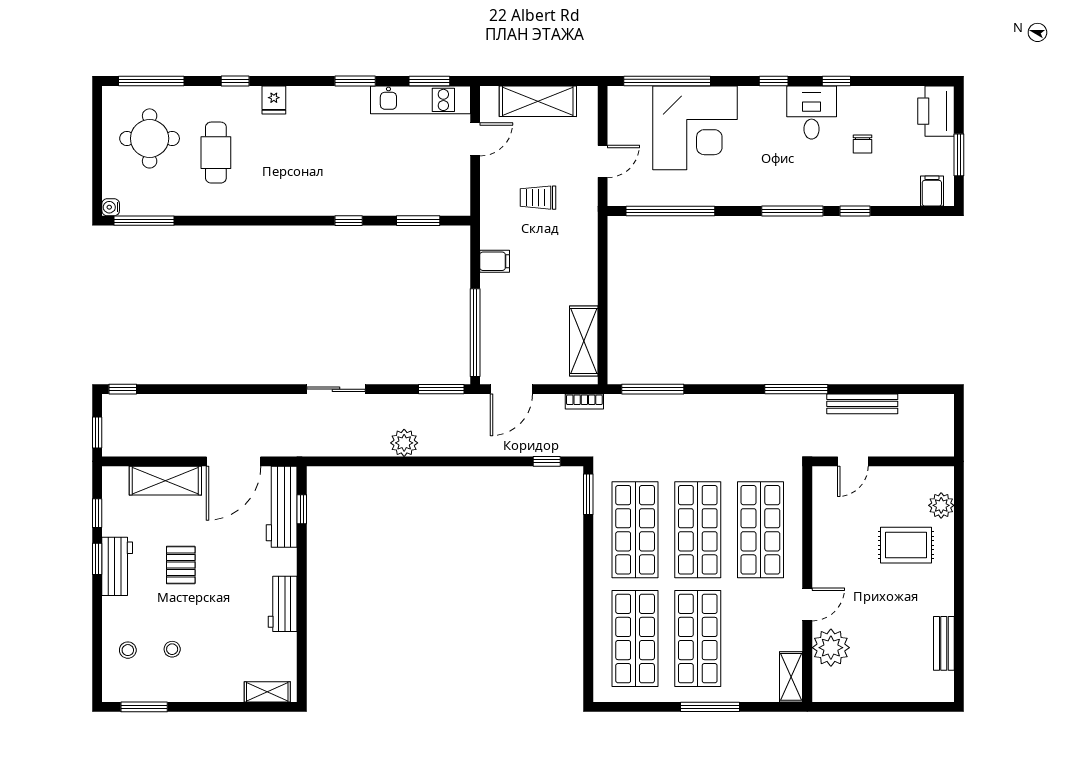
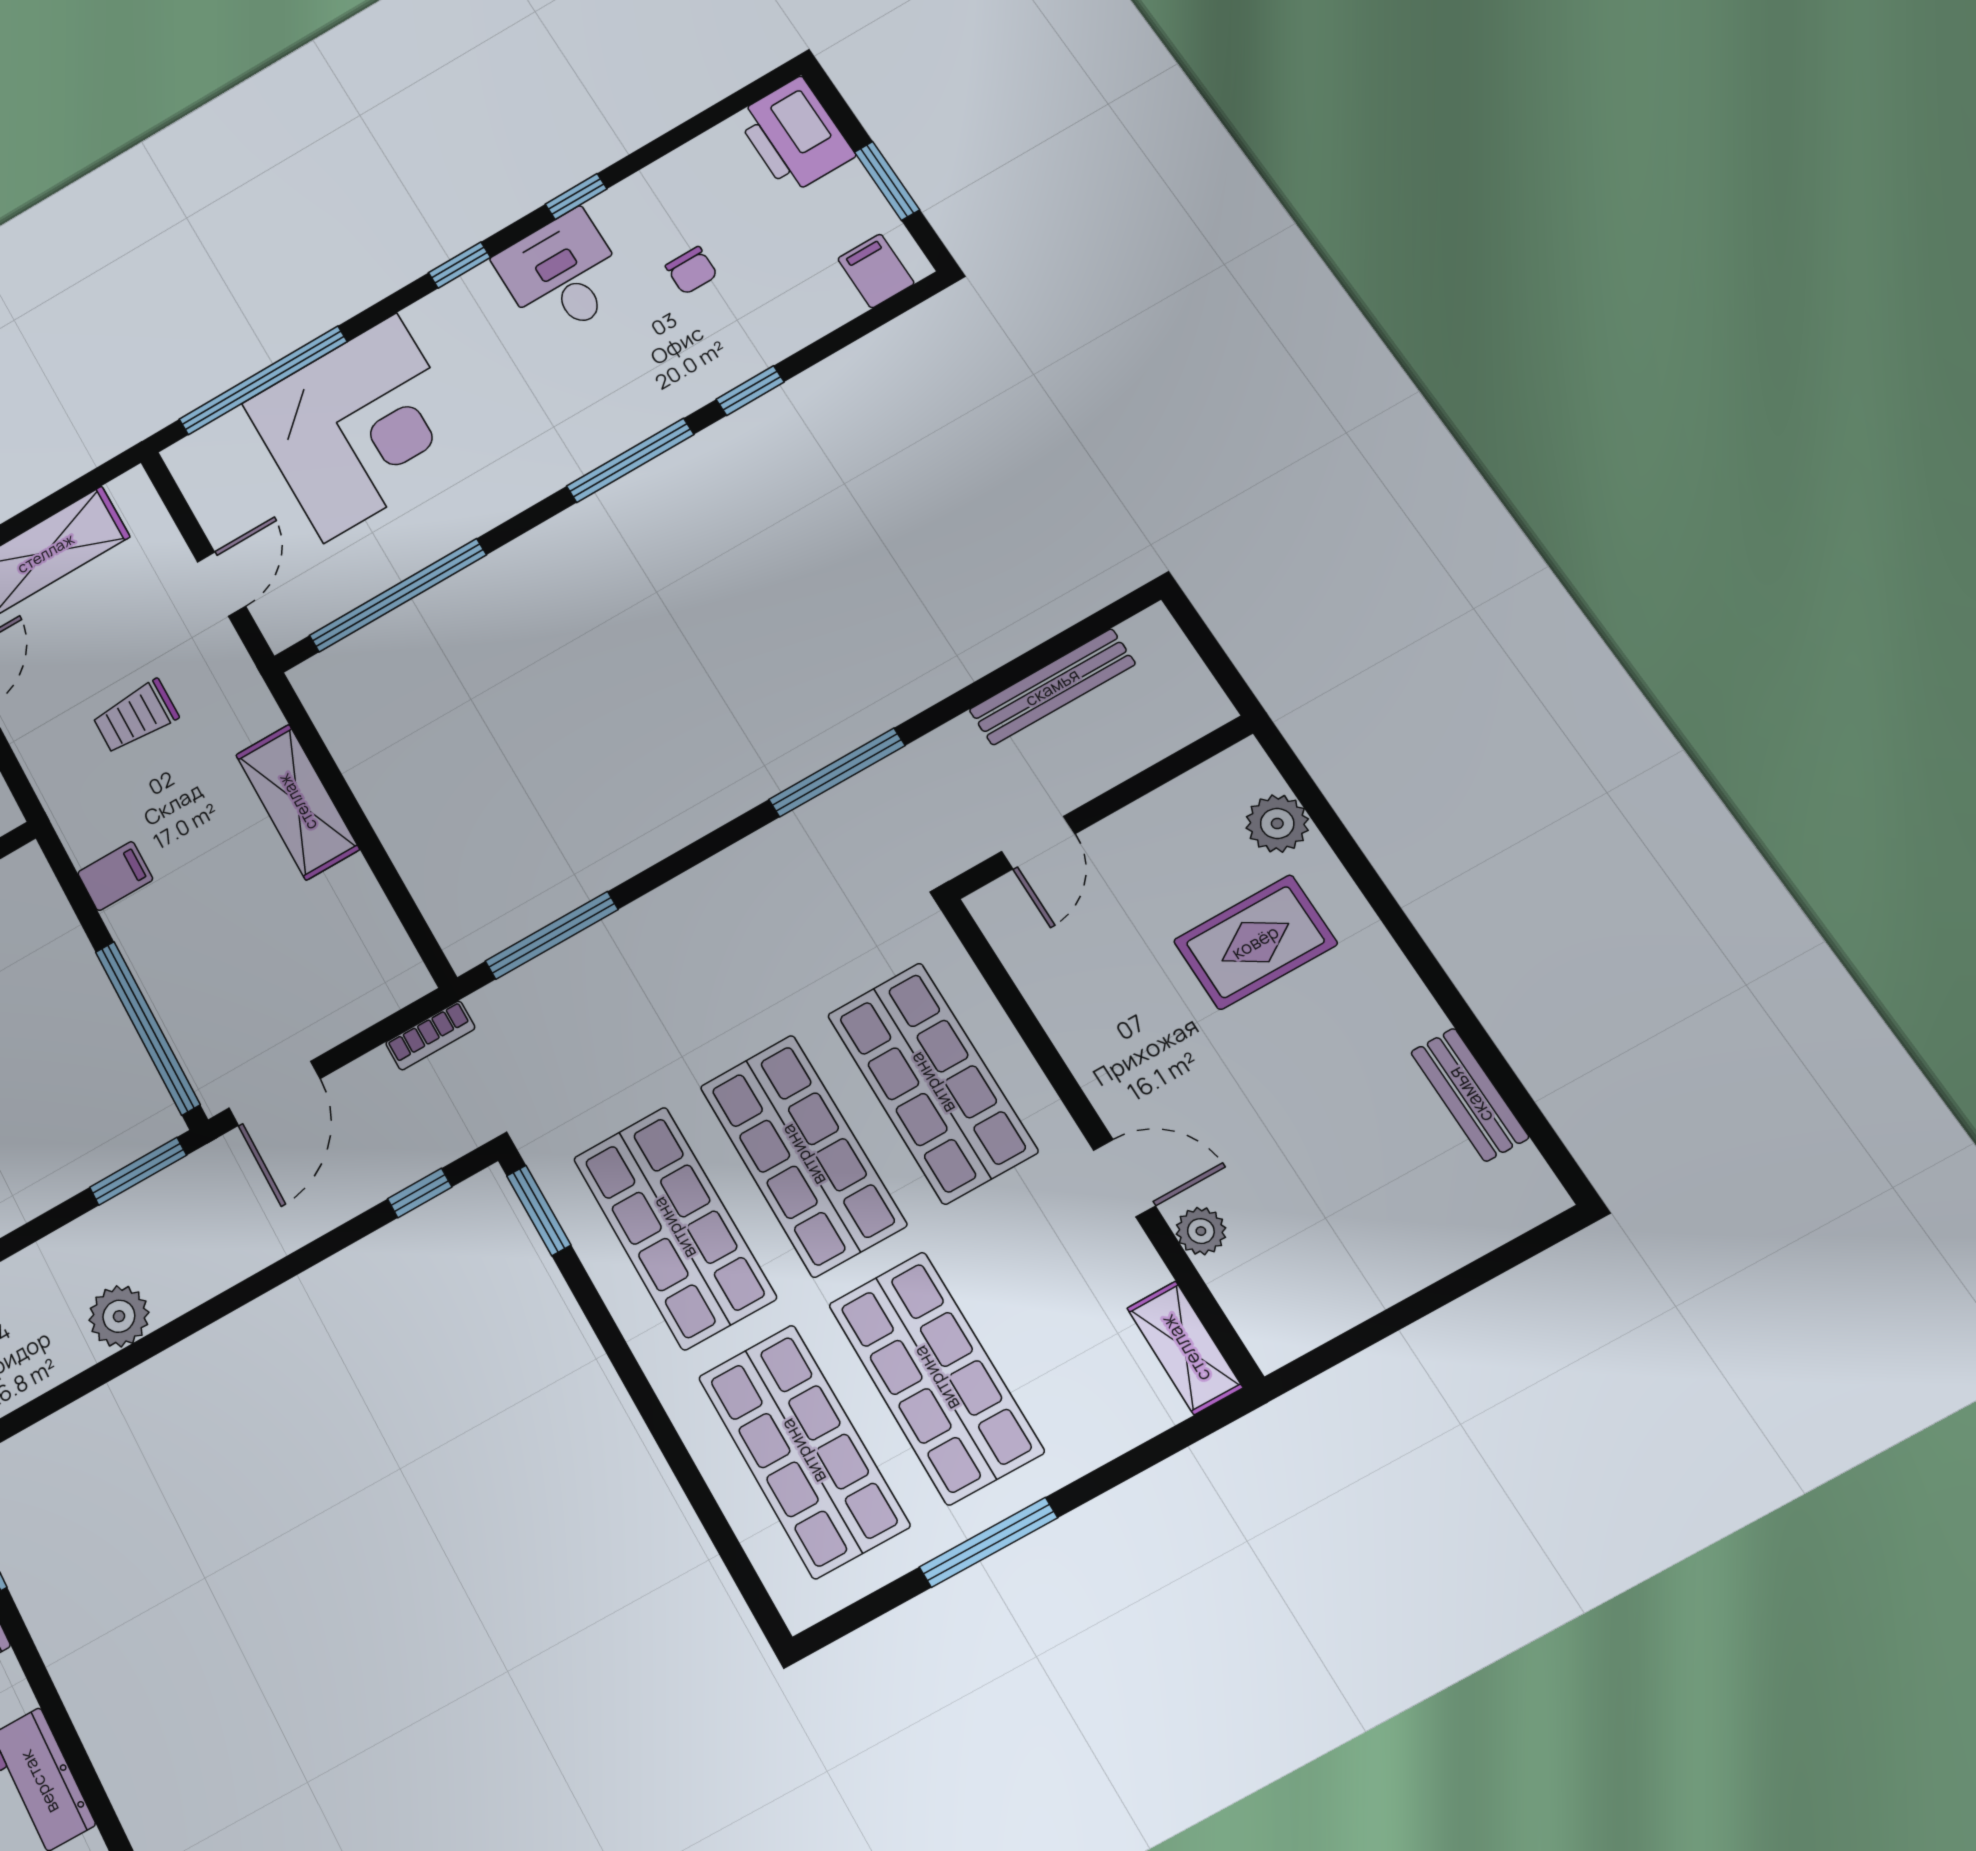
shelving: (584, 341) -> (297, 802), moved
bench: (862, 404) -> (1052, 687), moved
door: (807, 604) -> (1124, 1178), hinge flipped
plant: (831, 648) -> (1201, 1231), width x0.53, depth x0.53
window: (710, 707) -> (988, 1542), moved

